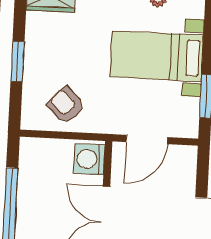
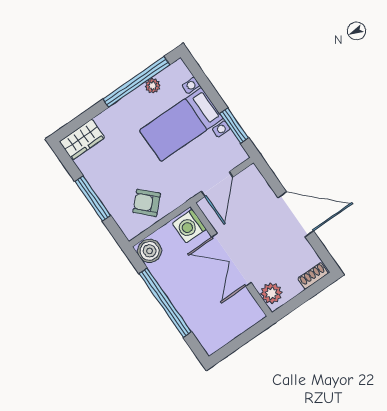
window: (18, 61) -> (93, 198), width x1.44
boiler: (33, 153) -> (150, 251), added

